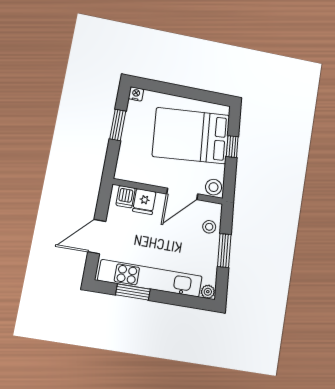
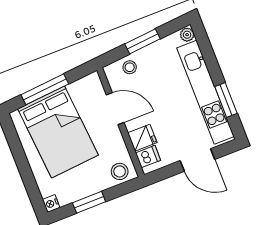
window: (232, 147) -> (45, 89), width x2.17
stool: (214, 187) -> (120, 171), moved

